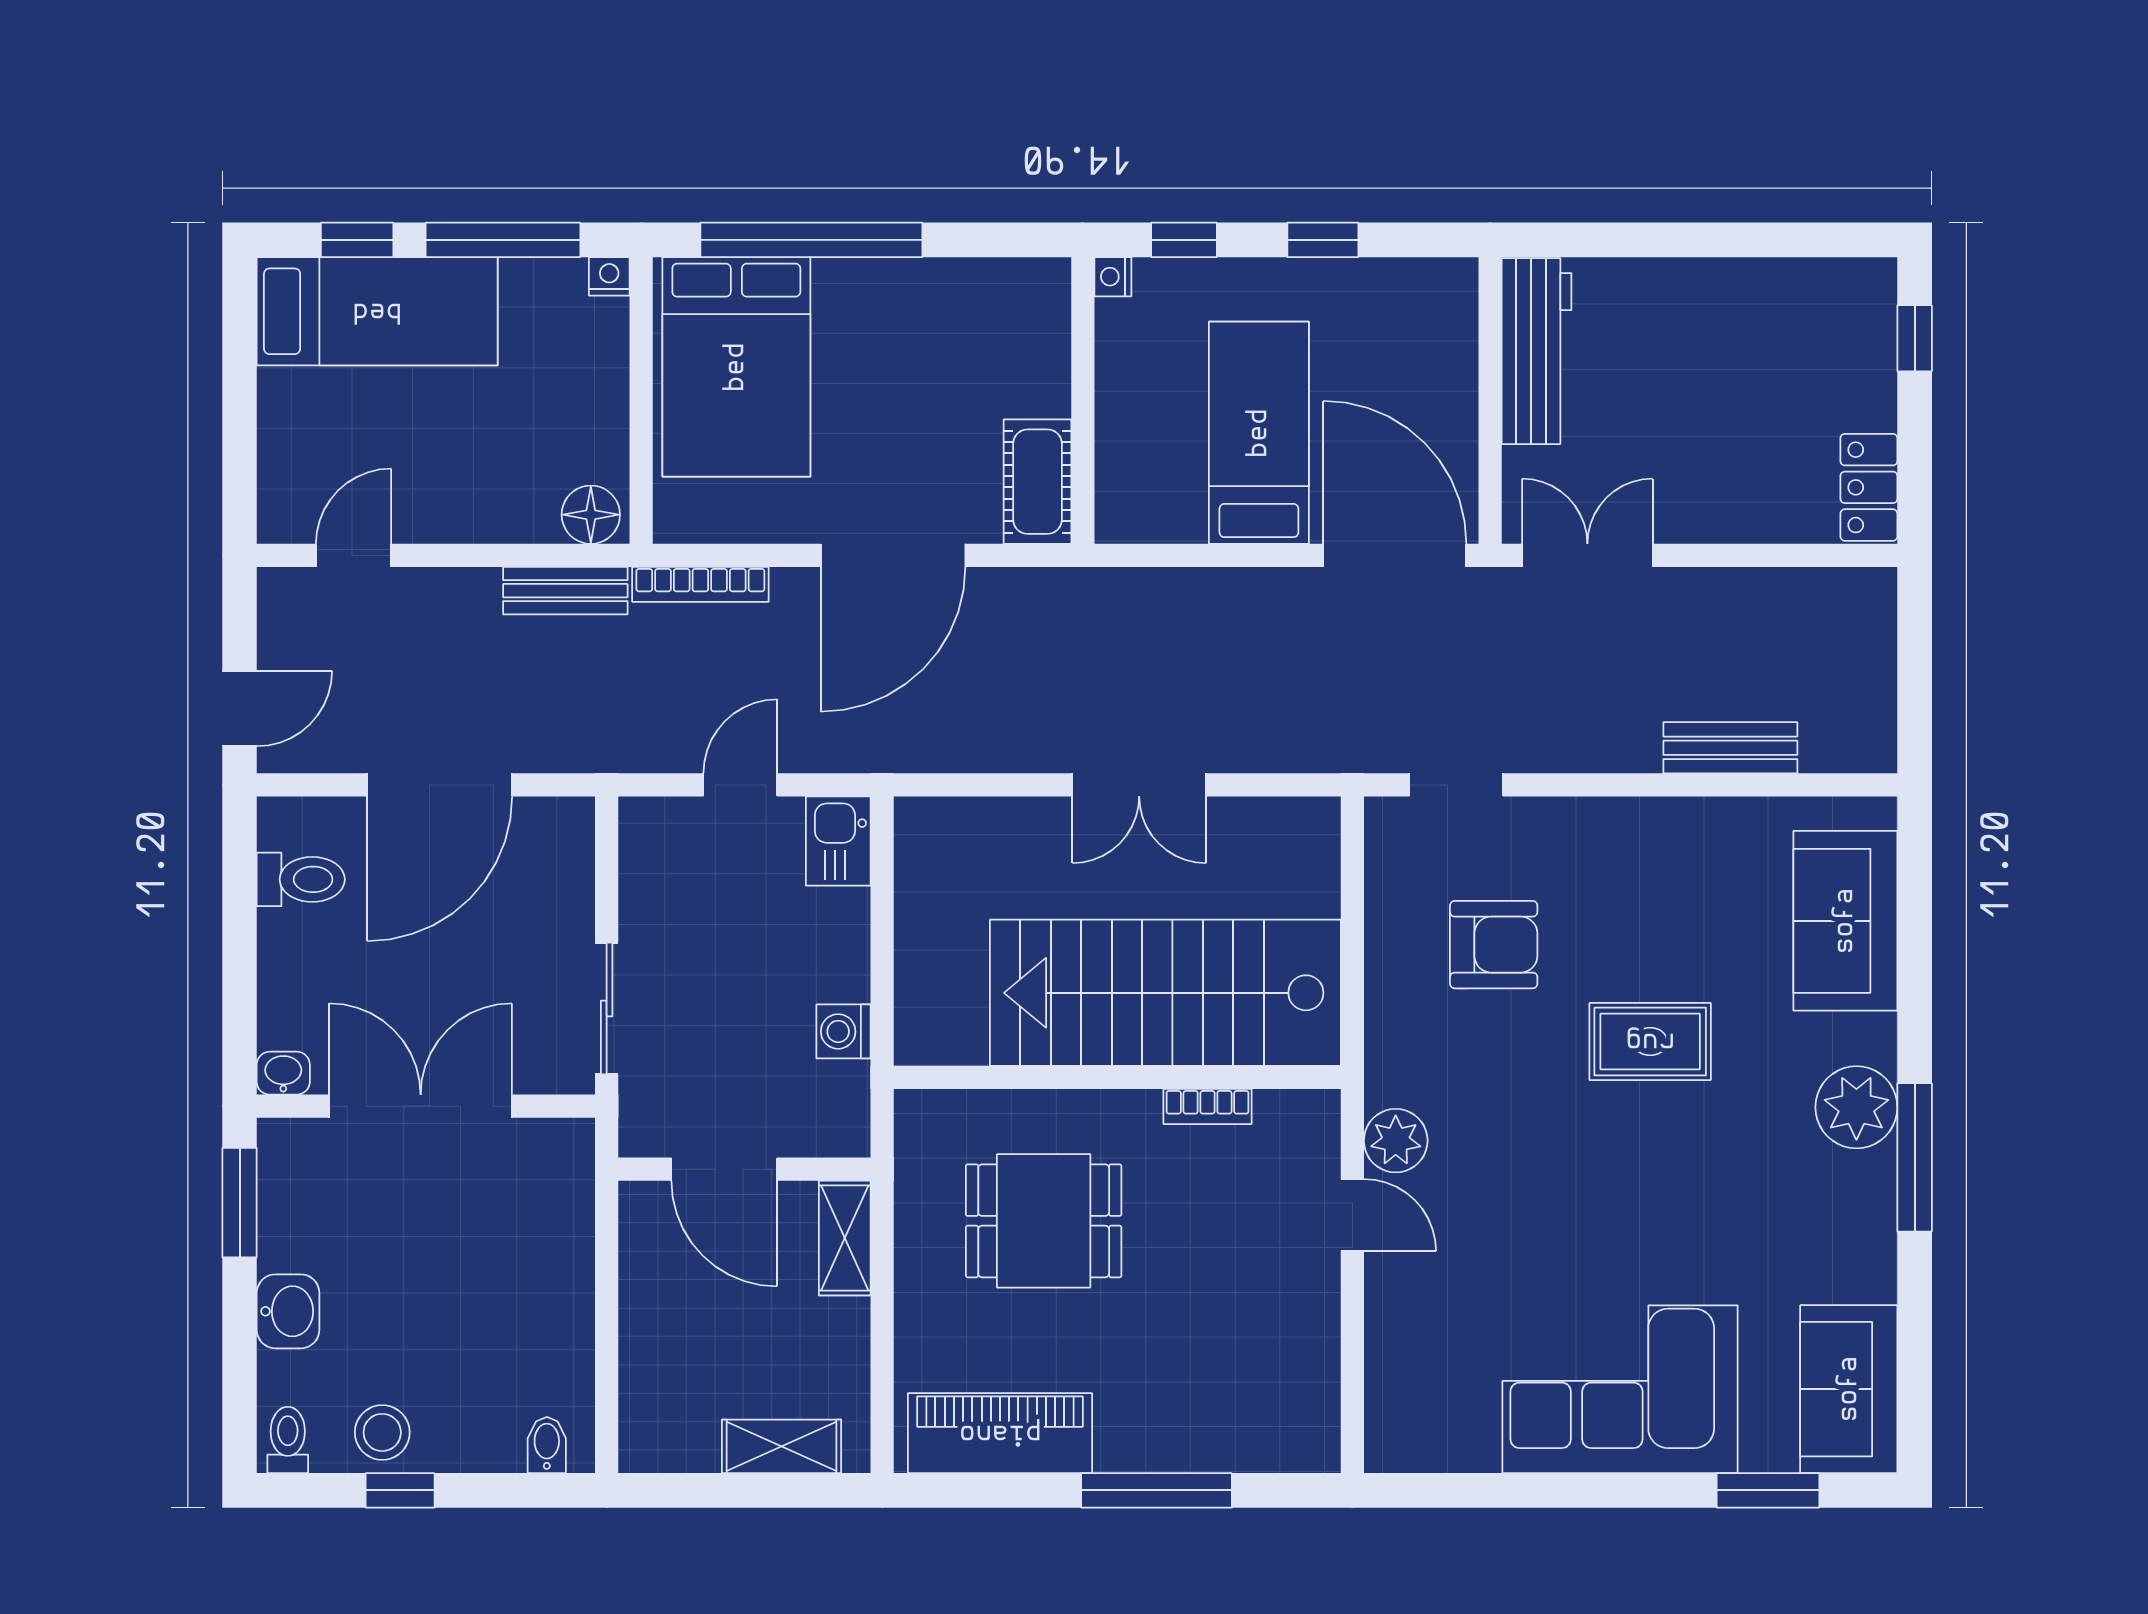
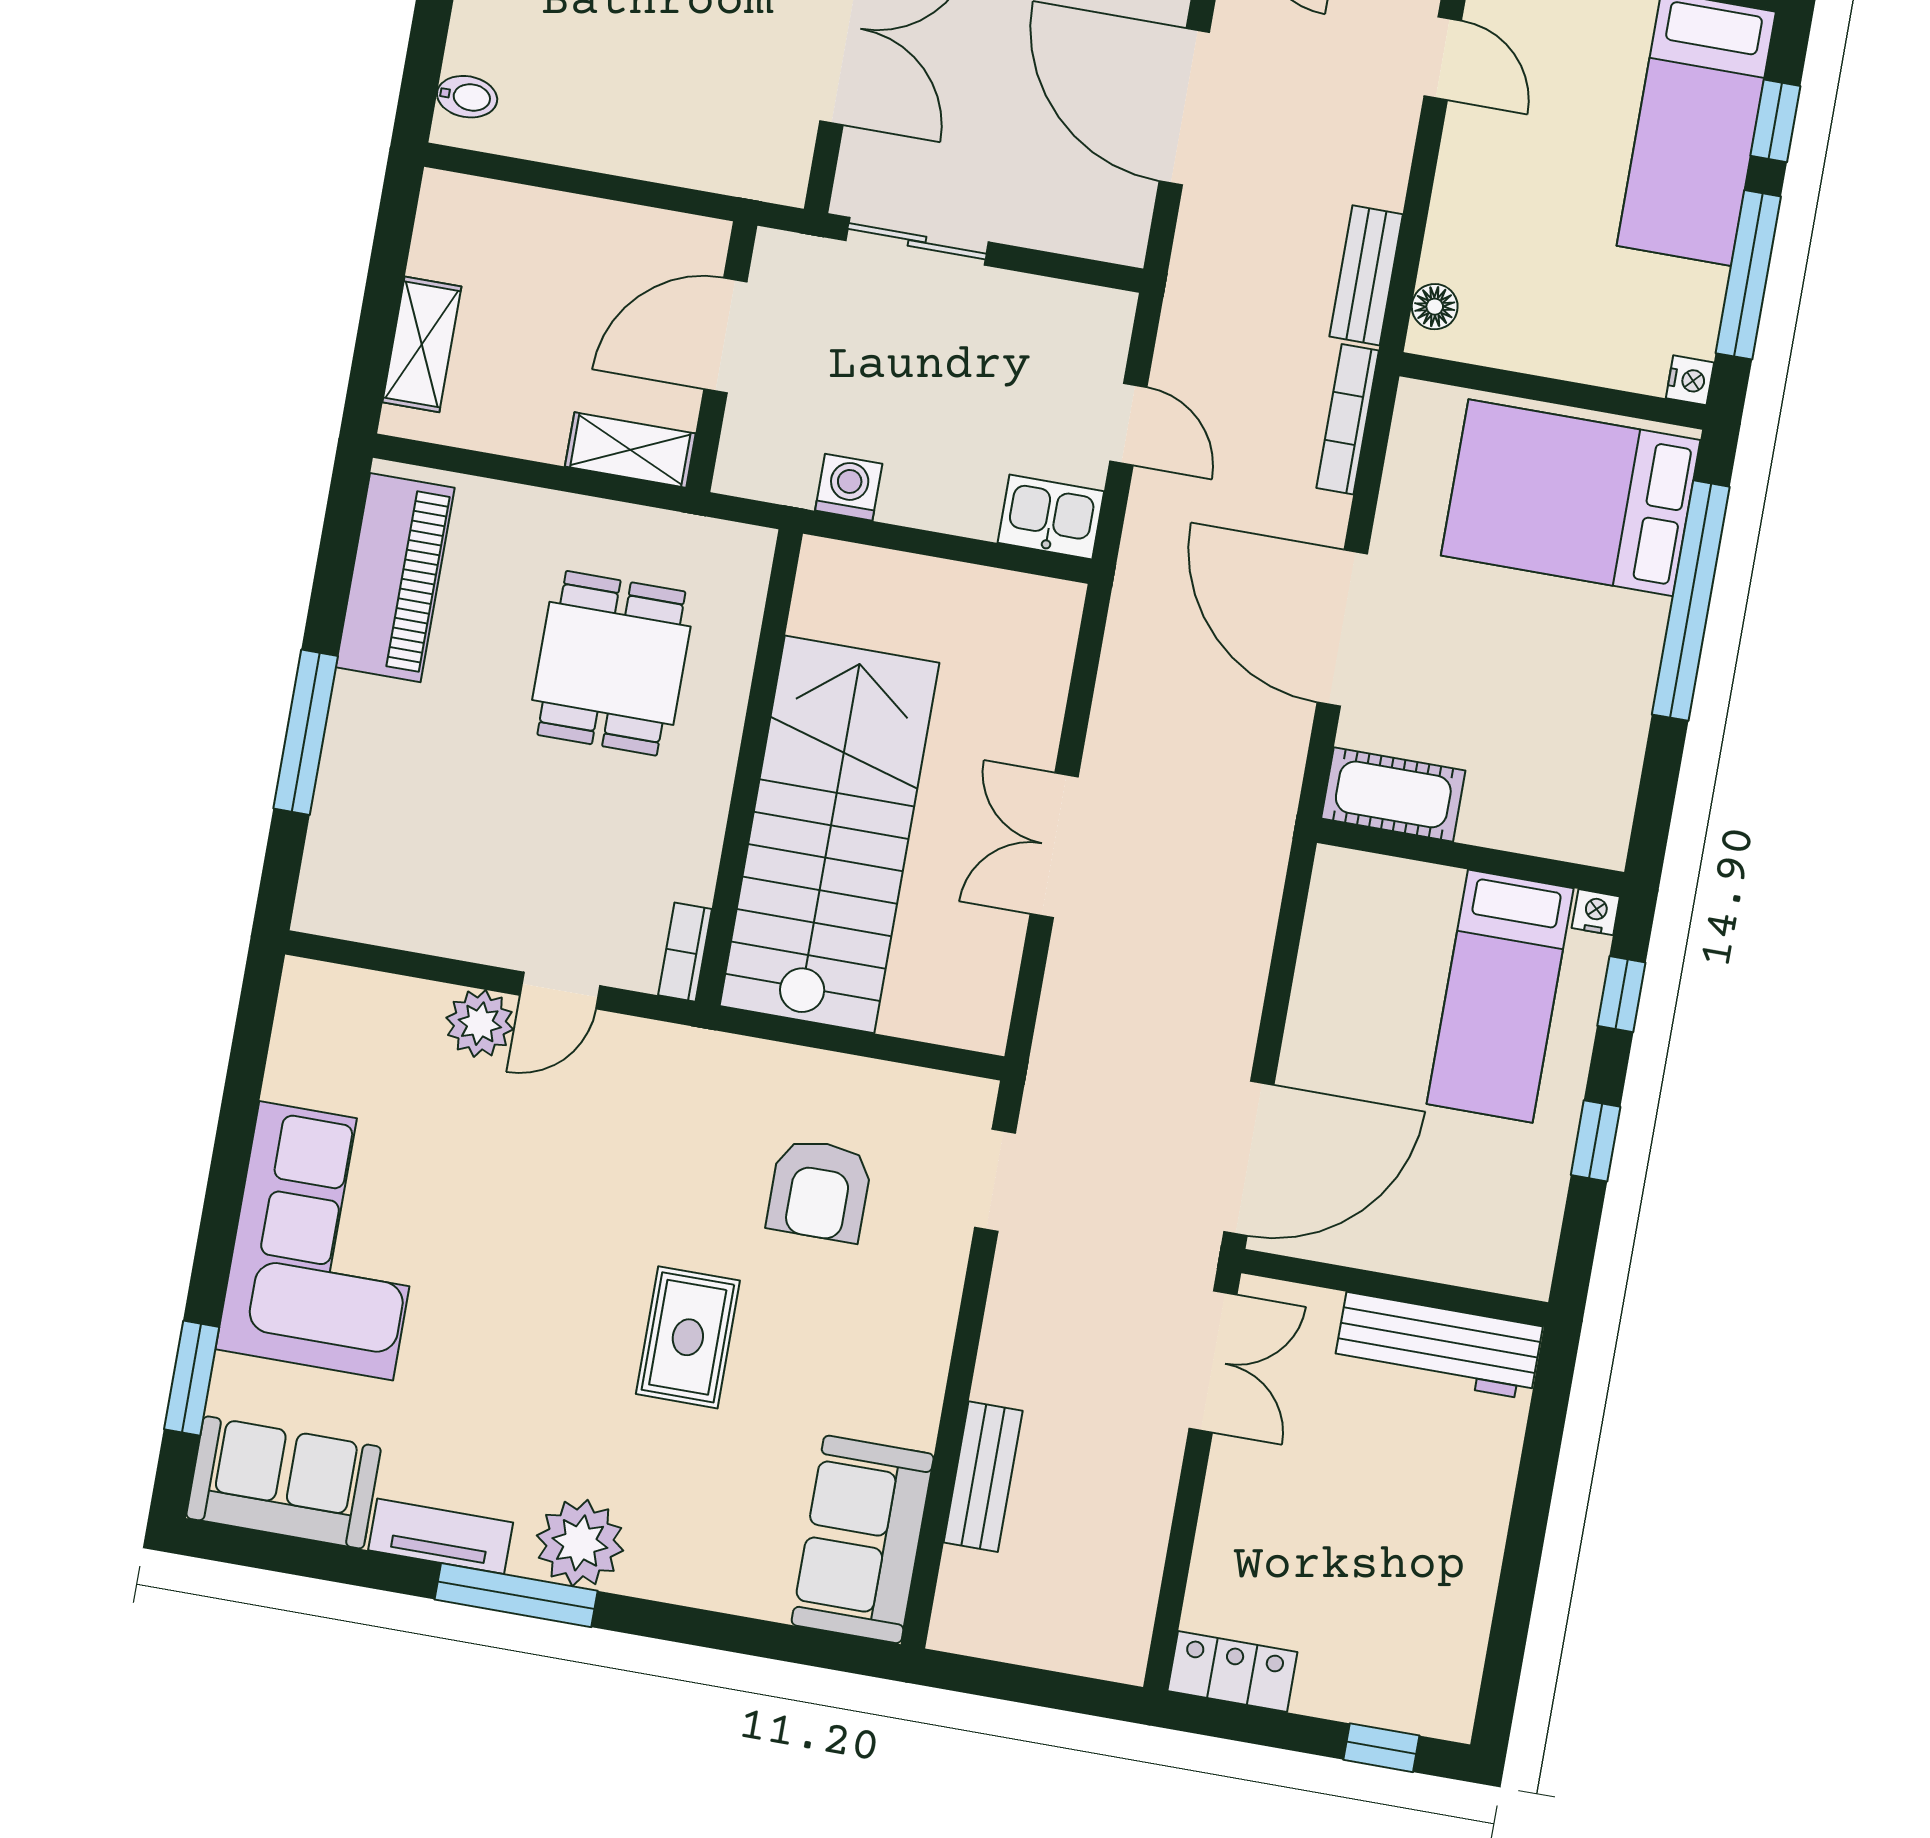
bed: (1259, 433) -> (1500, 996), moved, turned 90
floor lamp: (591, 515) -> (1435, 307), width x0.73, depth x0.73
sofa: (1845, 921) -> (863, 1539), moved, turned -90
bookcase: (1208, 1106) -> (685, 952), moved
plant: (1396, 1141) -> (480, 1024), moved
tv unit: (1873, 1236) -> (441, 1536), added

